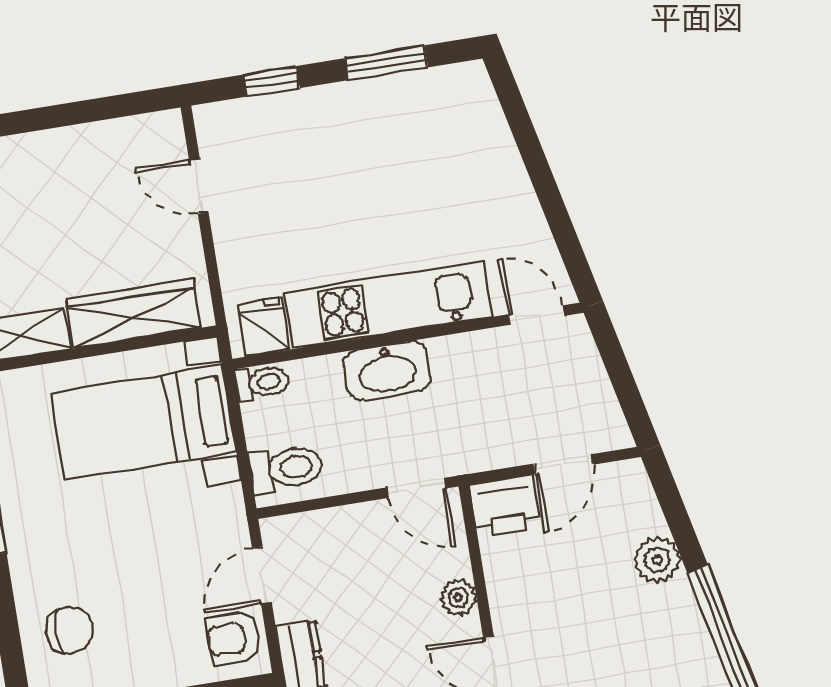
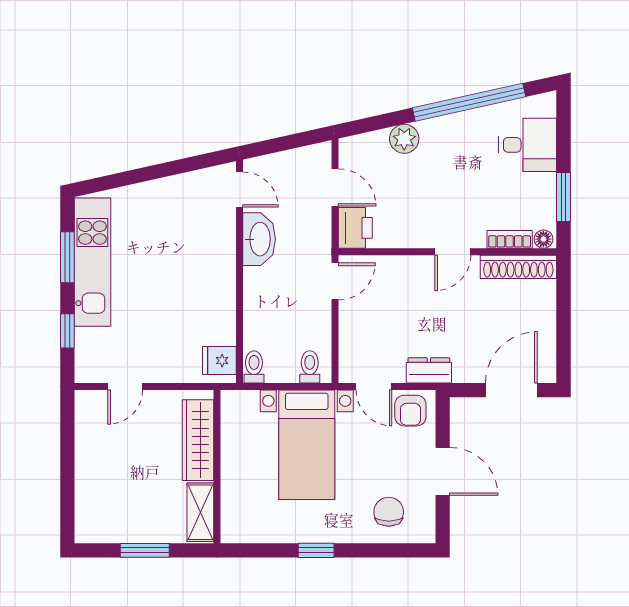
kitchen unit: (389, 304) -> (92, 262), moved, turned 180
door: (536, 315) -> (240, 189), swing flipped
washbasin: (387, 371) -> (259, 239), moved
bed with nightstands: (144, 422) -> (307, 445), moved
toilet: (286, 468) -> (310, 367), width x0.73, depth x0.72
plant: (458, 598) -> (408, 266), removed

